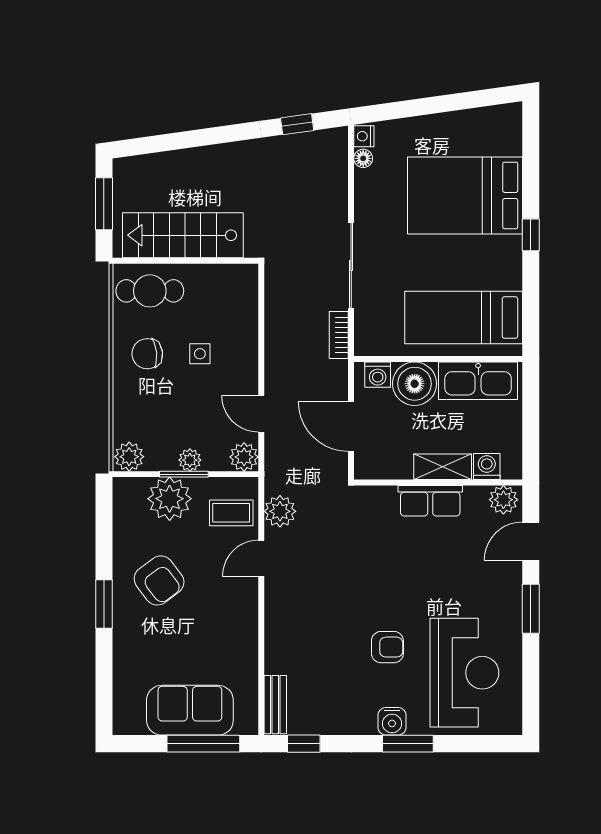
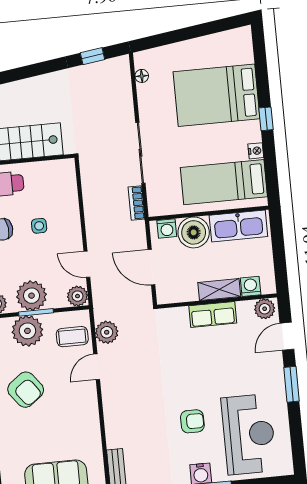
nightstand: (364, 136) -> (256, 151), moved, turned 180
plant: (190, 460) -> (32, 296), width x1.87, depth x1.87

